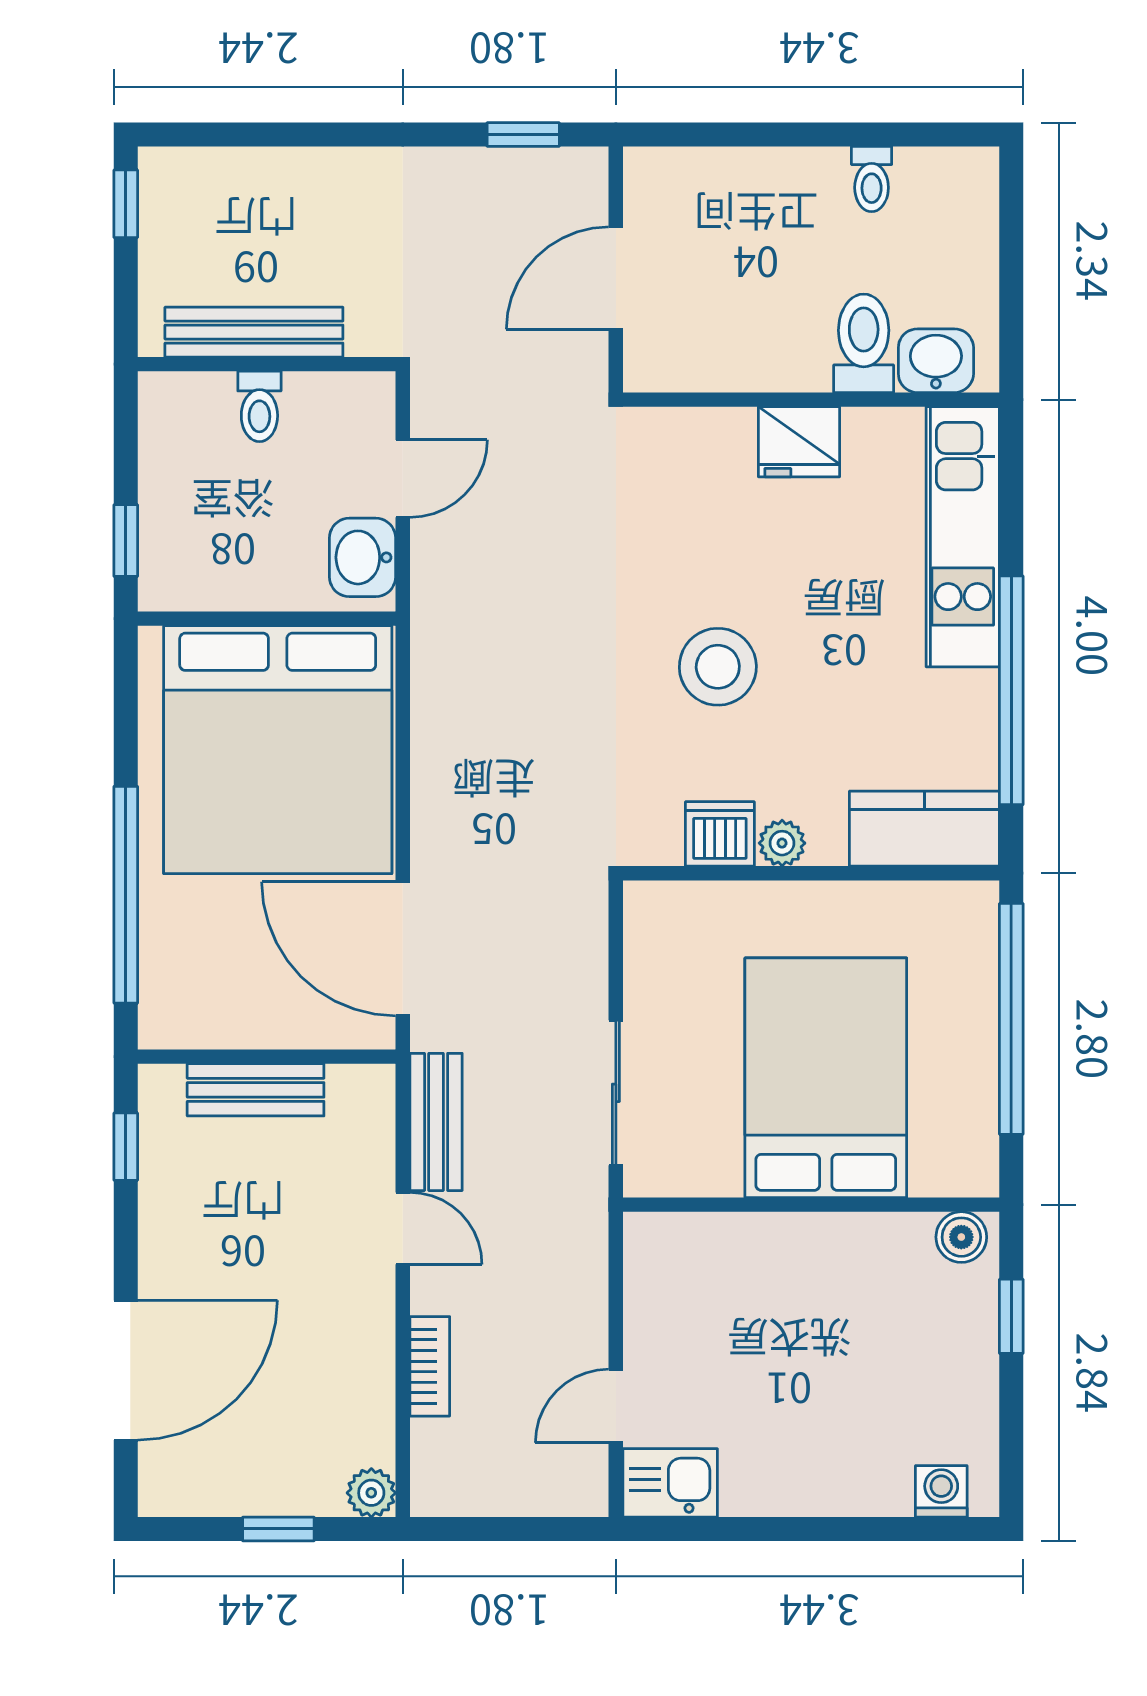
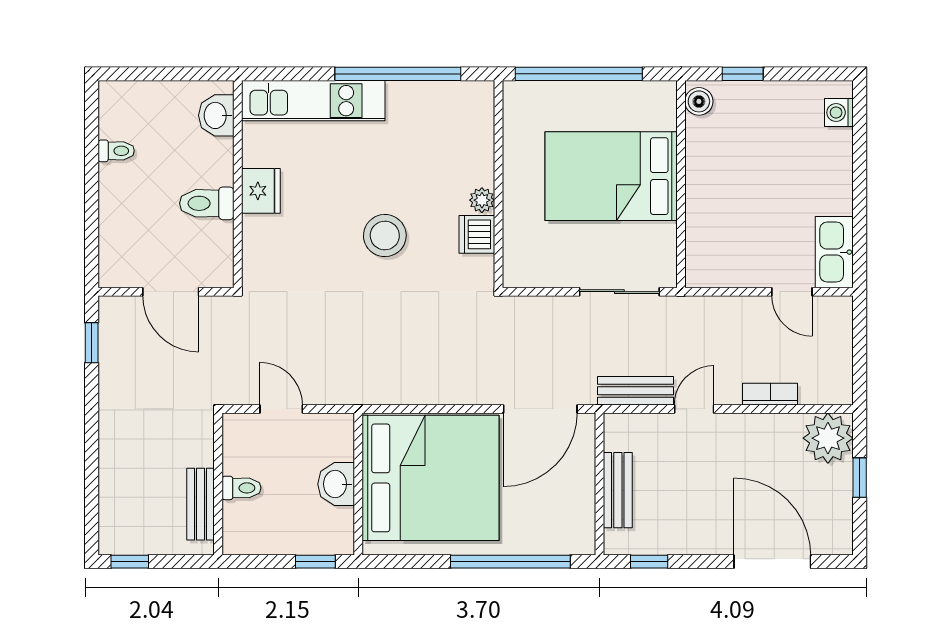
bench: (254, 332) -> (201, 504), width x0.73
toilet: (864, 343) -> (207, 203), moved
washbasin: (362, 557) -> (336, 484), moved, turned 90
kitchen counter: (924, 829) -> (474, 122), removed
kitchen sink: (670, 1483) -> (834, 252), width x1.38
plant: (371, 1493) -> (828, 438), width x1.88, depth x1.88

